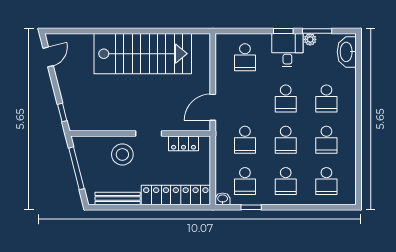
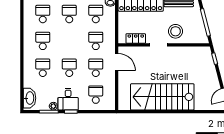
door: (213, 107) -> (117, 62), hinge flipped
school desk: (286, 140) -> (96, 68), moved

